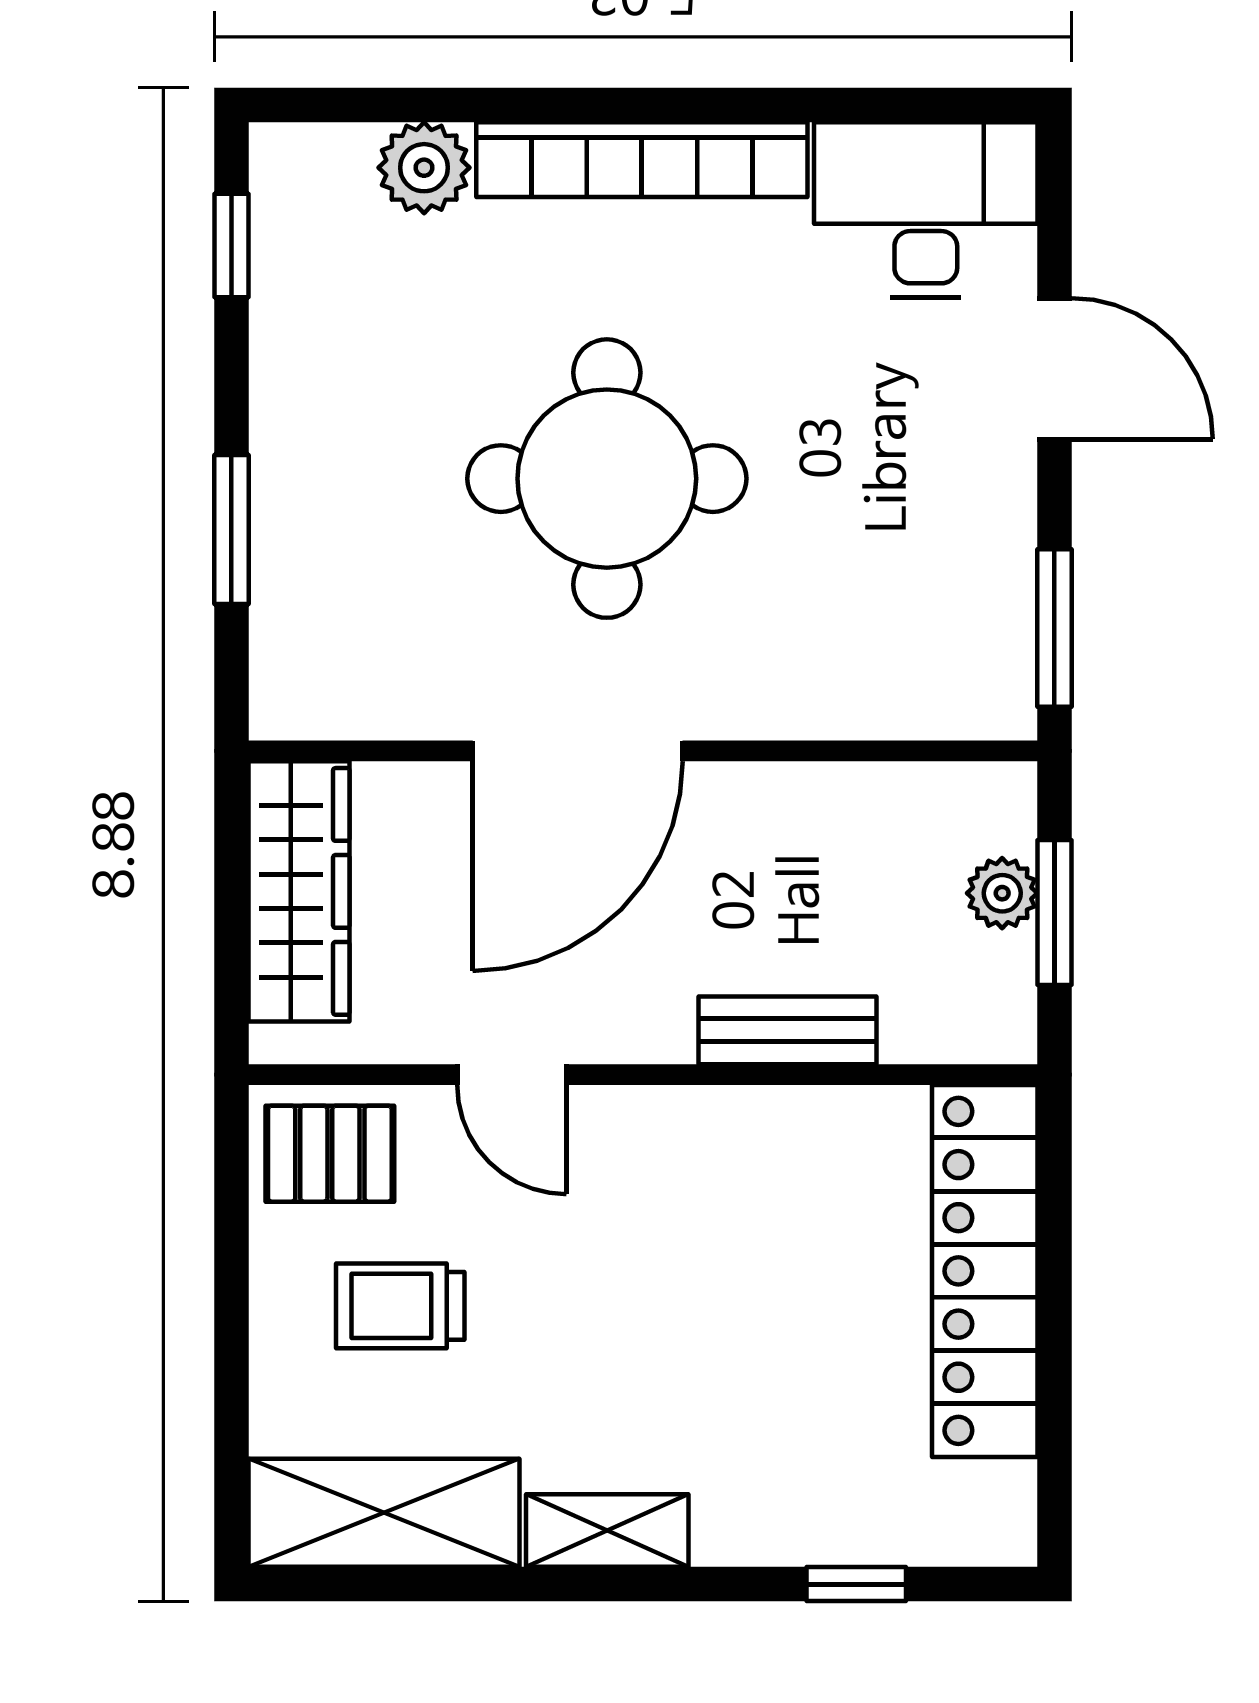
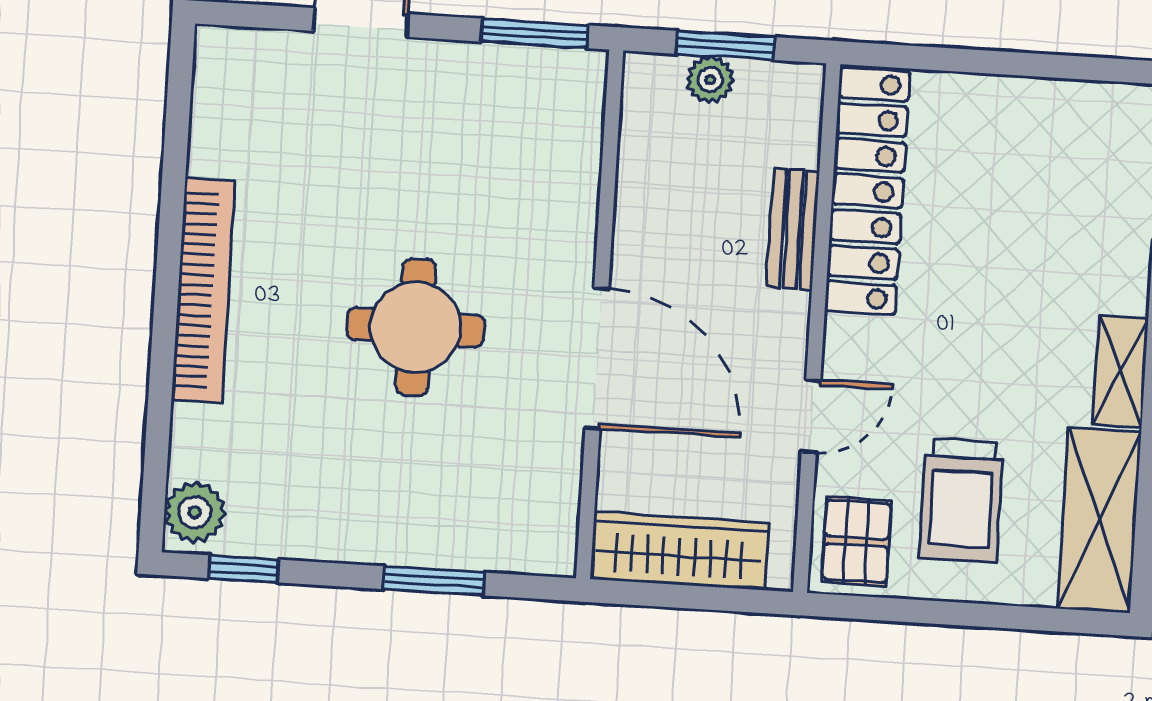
plant: (424, 168) -> (195, 512), moved
desk: (926, 210) -> (249, 102), removed
round table: (607, 479) -> (416, 327), width x0.73, depth x0.73
locker: (985, 1271) -> (867, 191), moved, turned -90
trolley: (400, 1306) -> (961, 500), width x1.36, depth x1.39

